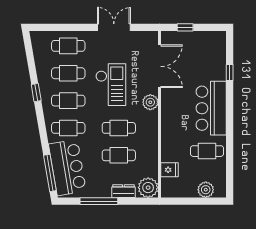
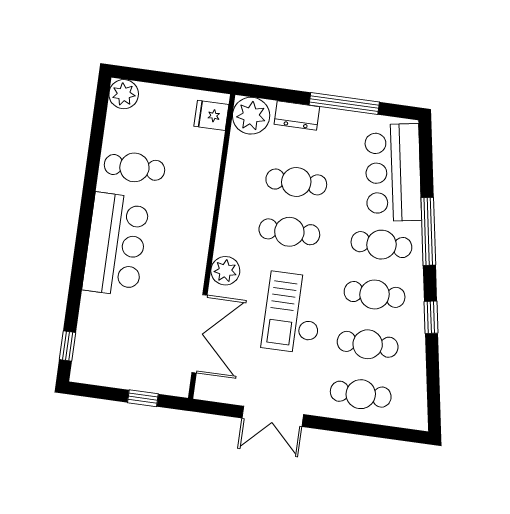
double door: (160, 66) -> (200, 334), swing flipped
window: (230, 73) -> (67, 346), moved
fridge: (169, 170) -> (211, 115), moved
window: (50, 173) -> (428, 231), moved
plant: (206, 190) -> (124, 94), moved

